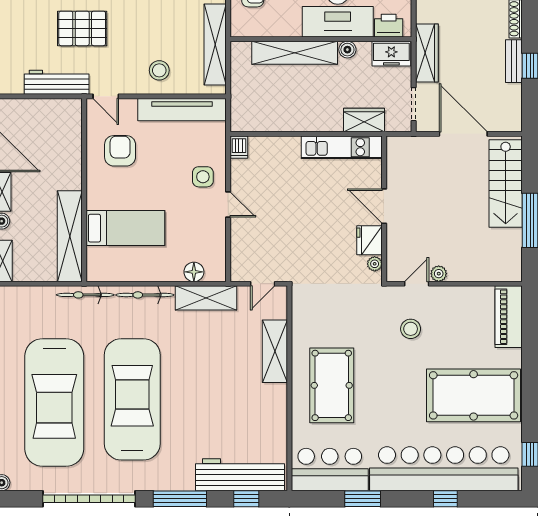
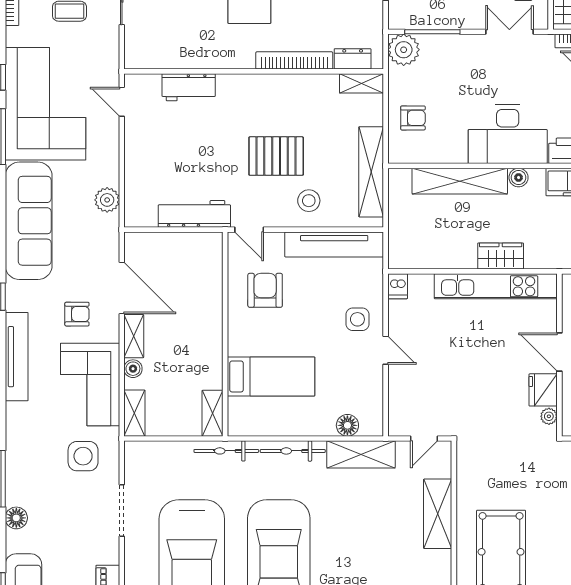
pallet: (82, 28) -> (276, 156), moved
wardrobe: (364, 120) -> (501, 256), moved
kitchen unit: (342, 147) -> (496, 286), width x1.36
shelving: (70, 236) -> (213, 413), width x0.45, depth x0.75

